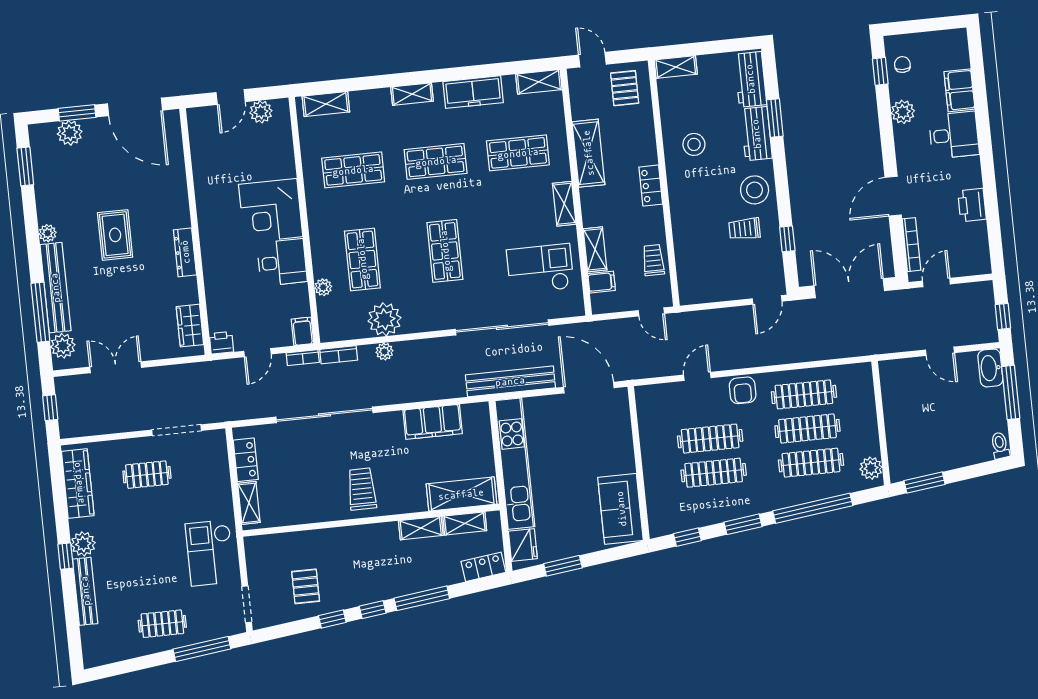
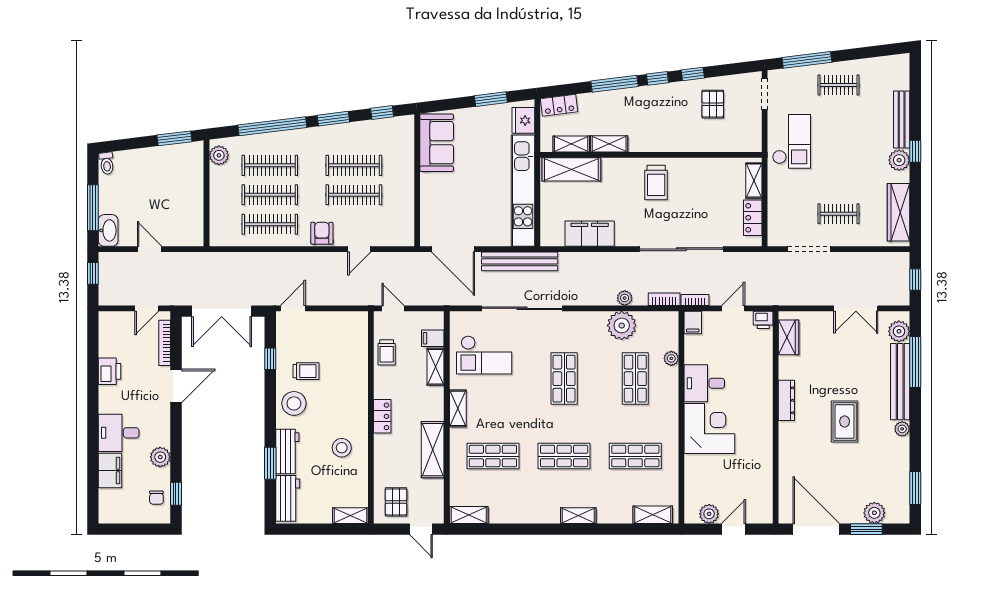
freezer: (473, 92) -> (526, 512), removed

